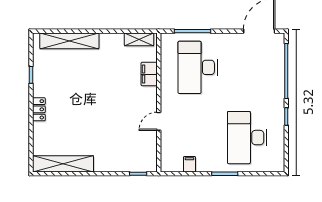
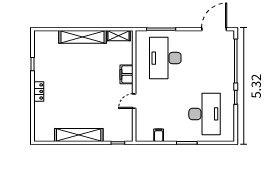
shelving: (69, 41) -> (83, 37), moved
filing cabinet: (149, 74) -> (127, 74), moved
desk: (247, 138) -> (205, 114), turned 180
shelving: (63, 164) -> (79, 135), moved

